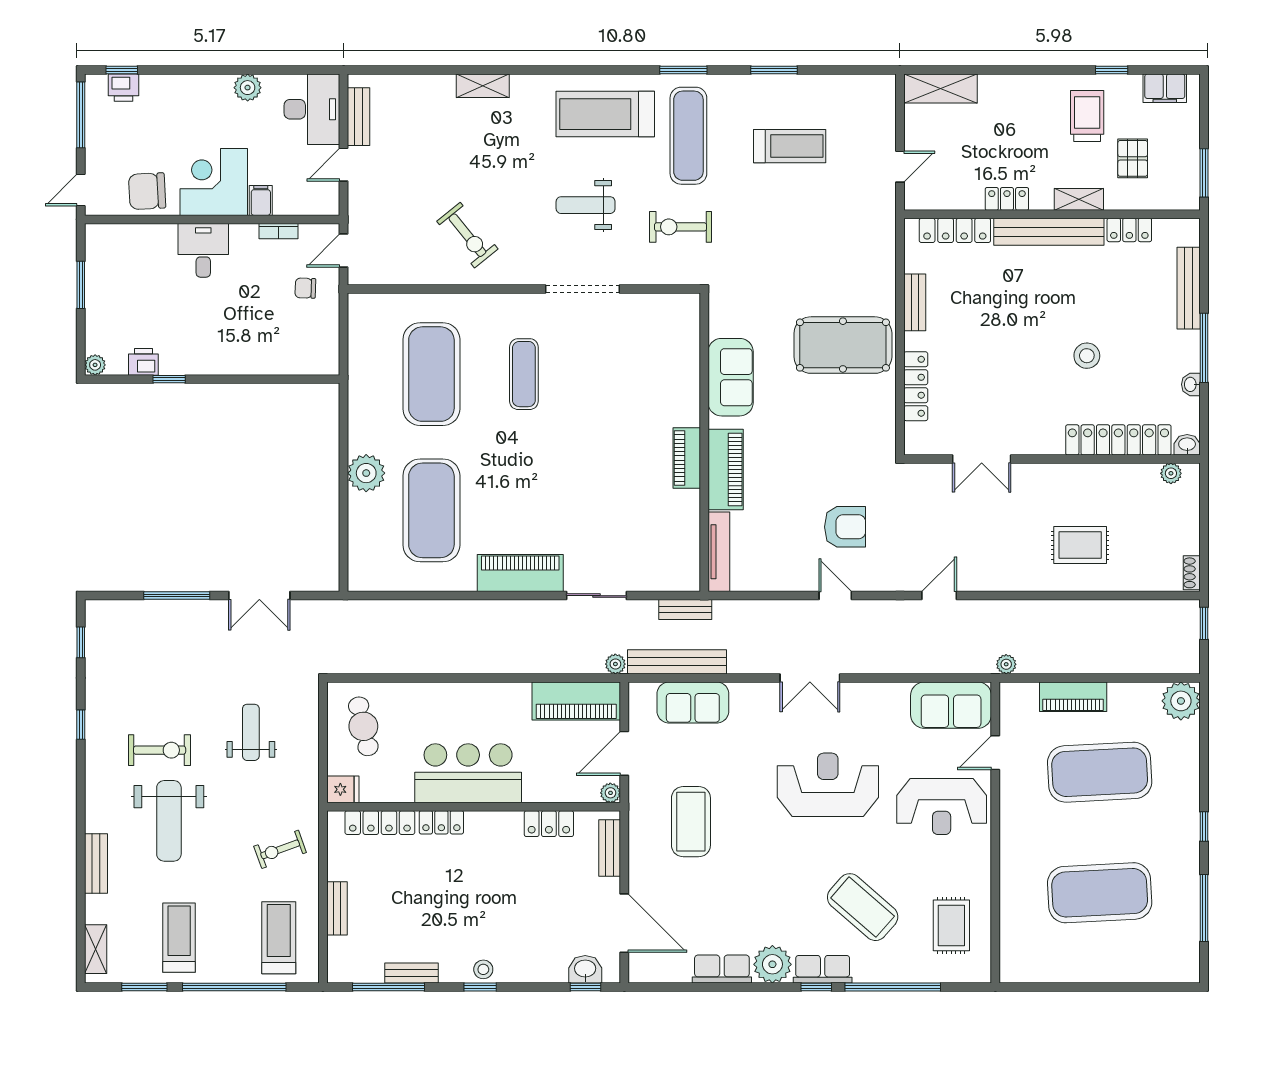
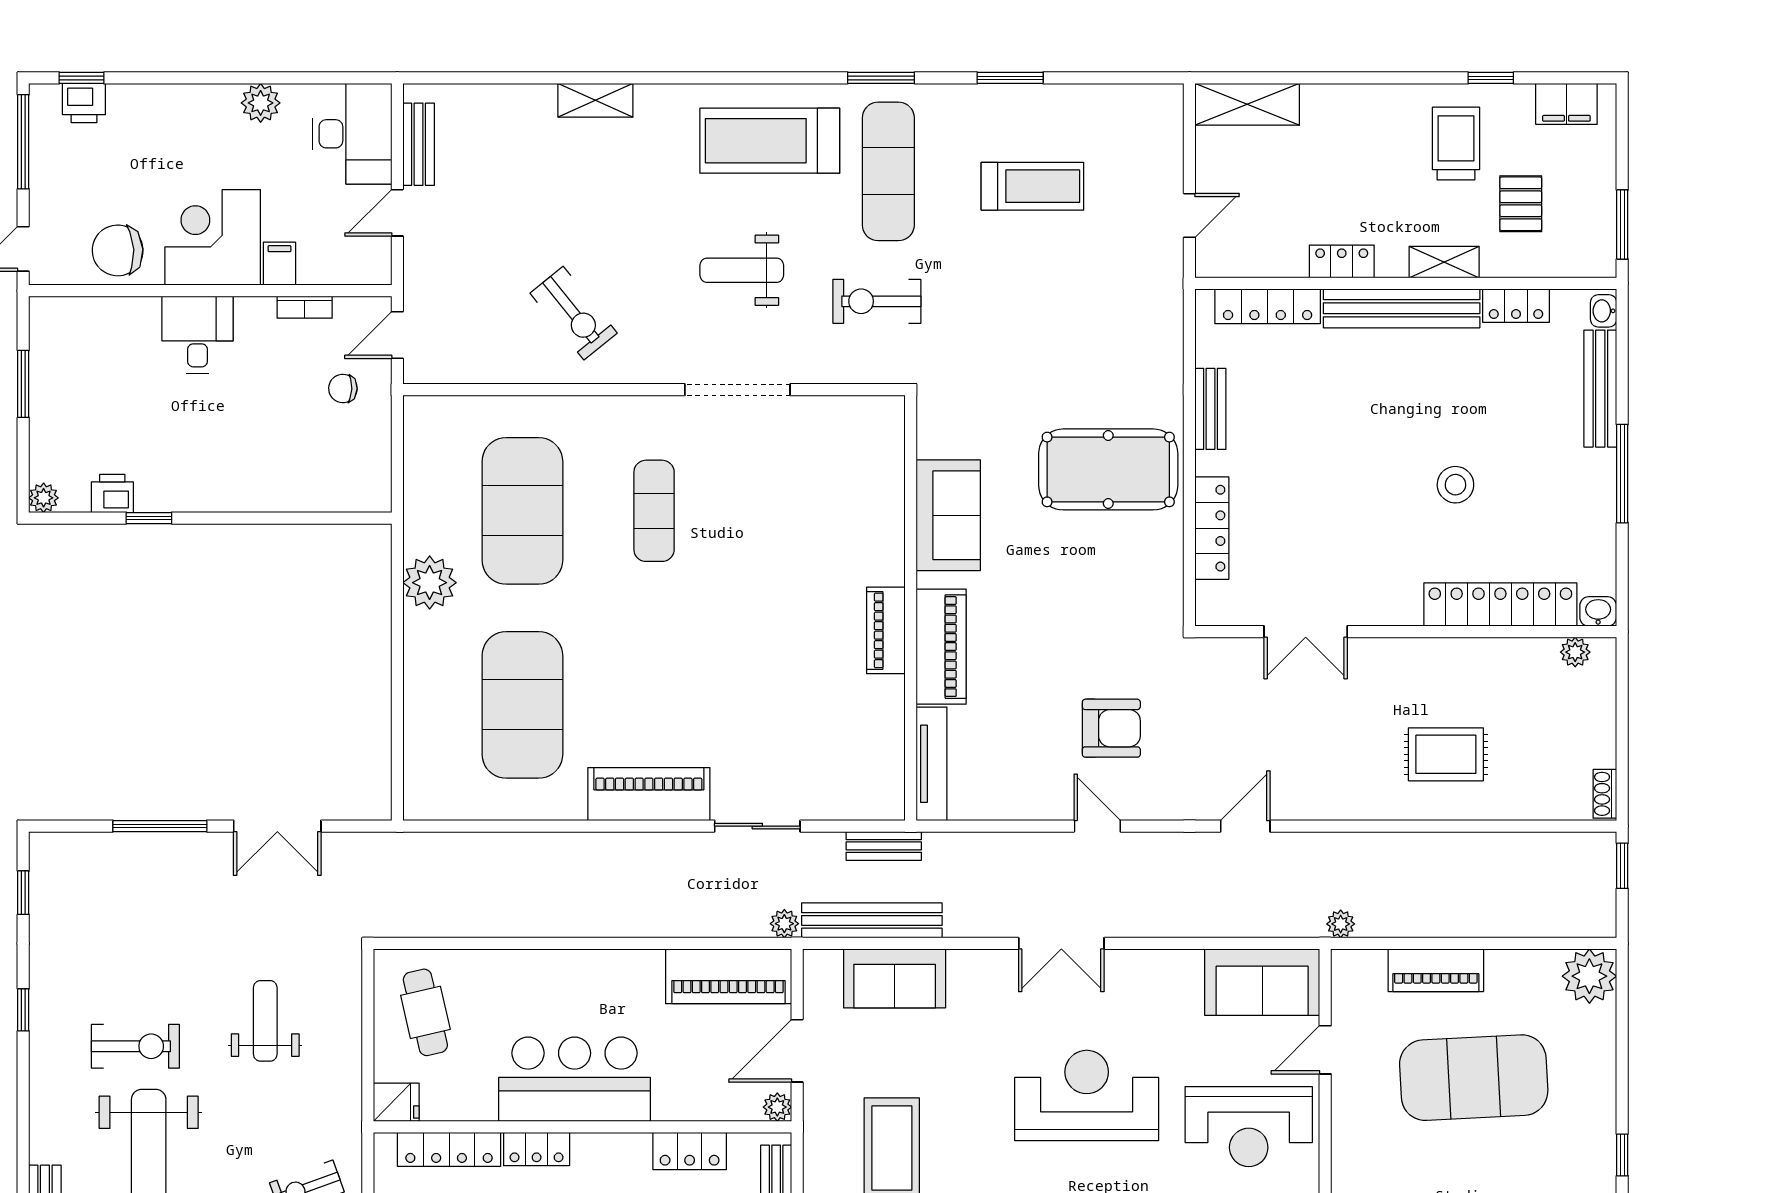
washbasin: (1191, 384) -> (1604, 311), moved
plant: (366, 473) -> (430, 583), moved

